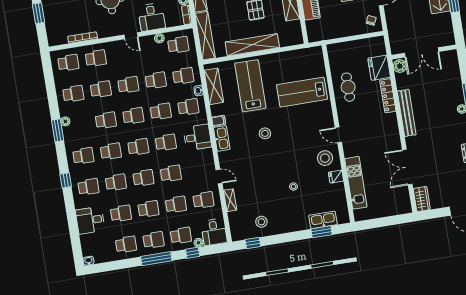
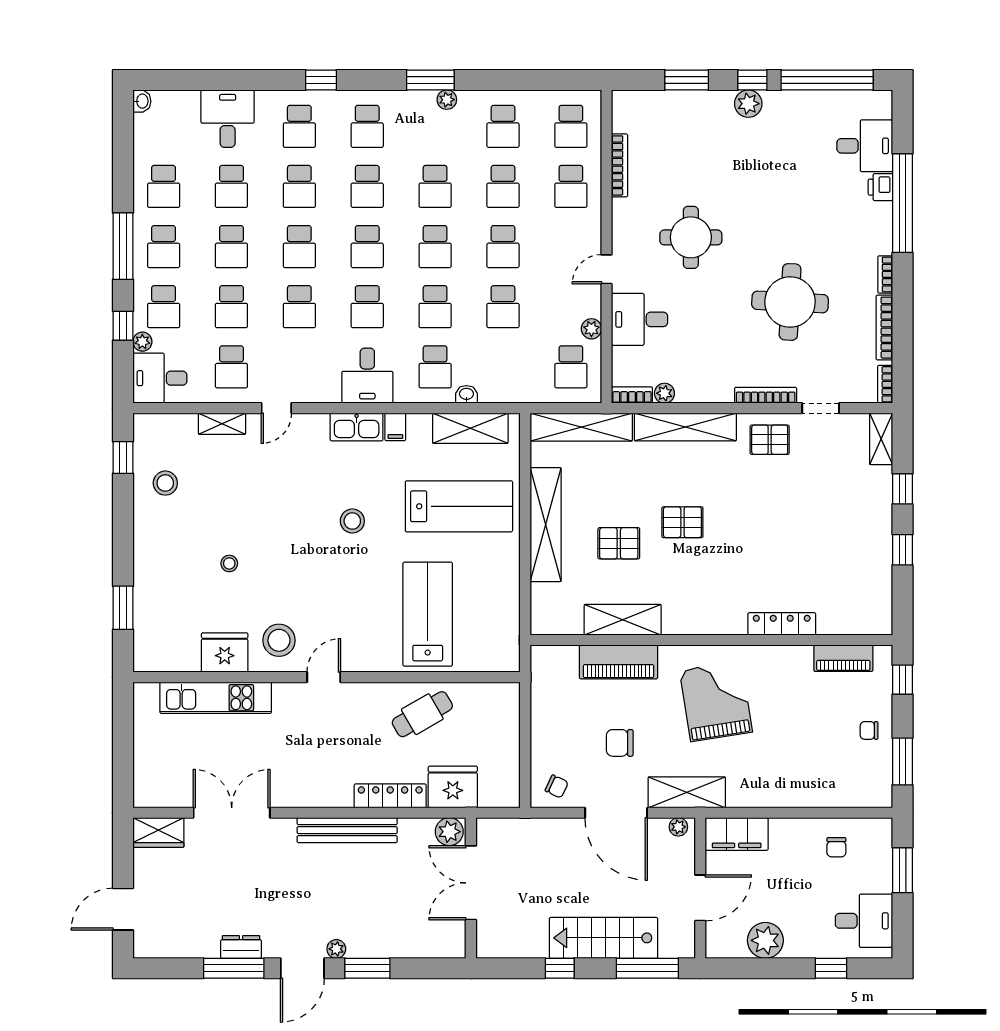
school desk: (183, 76) -> (503, 367), removed
cafe table: (348, 87) -> (422, 714), turned -30
fridge: (336, 177) -> (225, 652), width x1.88, depth x1.34
kitchen sink: (323, 220) -> (148, 615), removed

